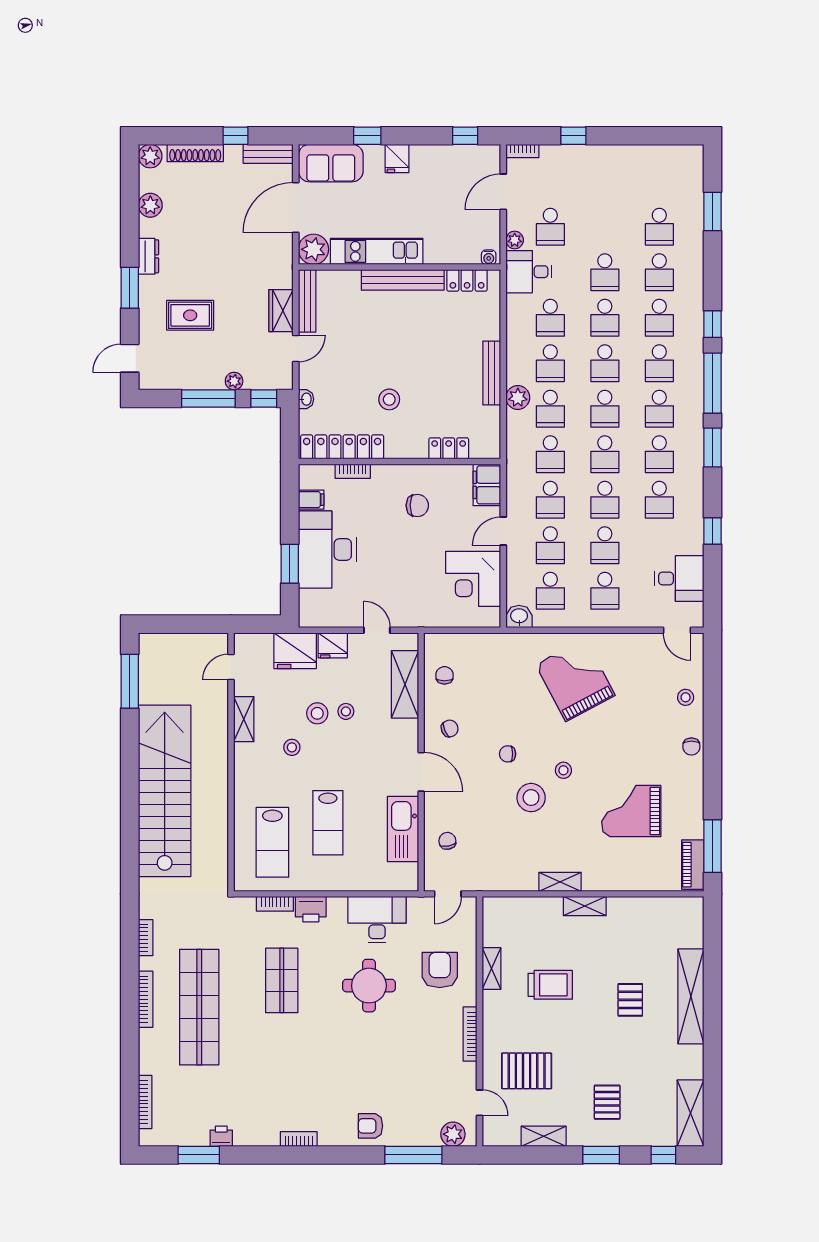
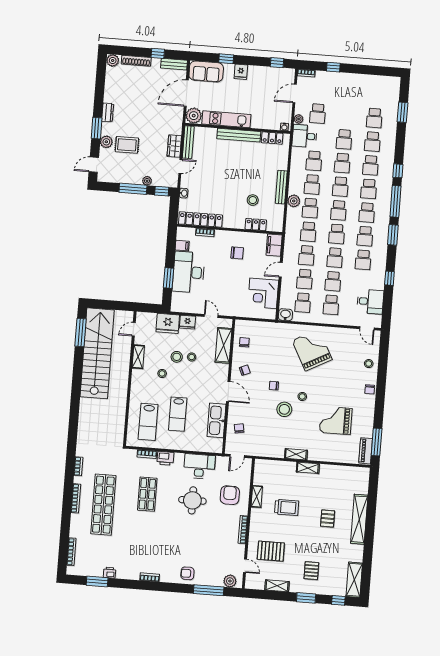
plant: (150, 205) -> (106, 142), moved
stool: (389, 399) -> (253, 200), moved
stairs: (165, 791) -> (97, 353), moved

